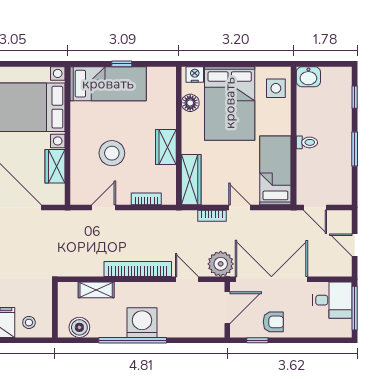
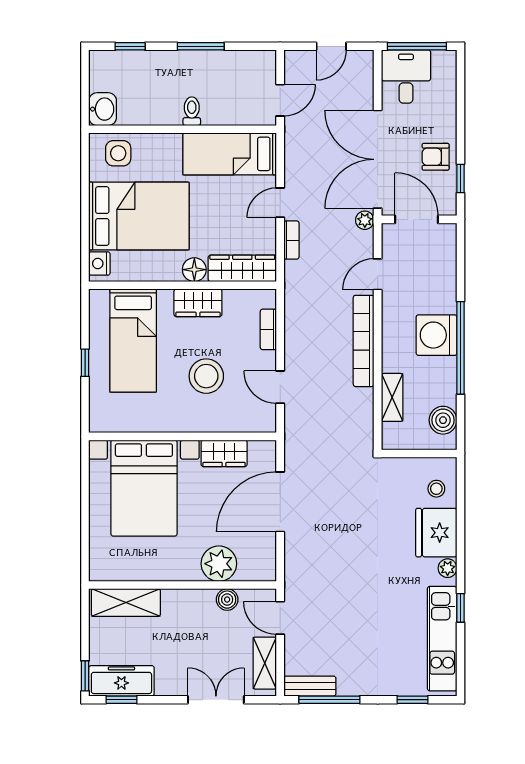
bed: (108, 84) -> (133, 341), moved, turned 180
floor lamp: (190, 103) -> (194, 270), moved
plant: (221, 264) -> (365, 220), width x0.53, depth x0.53
armchair: (273, 322) -> (436, 157), turned -90

